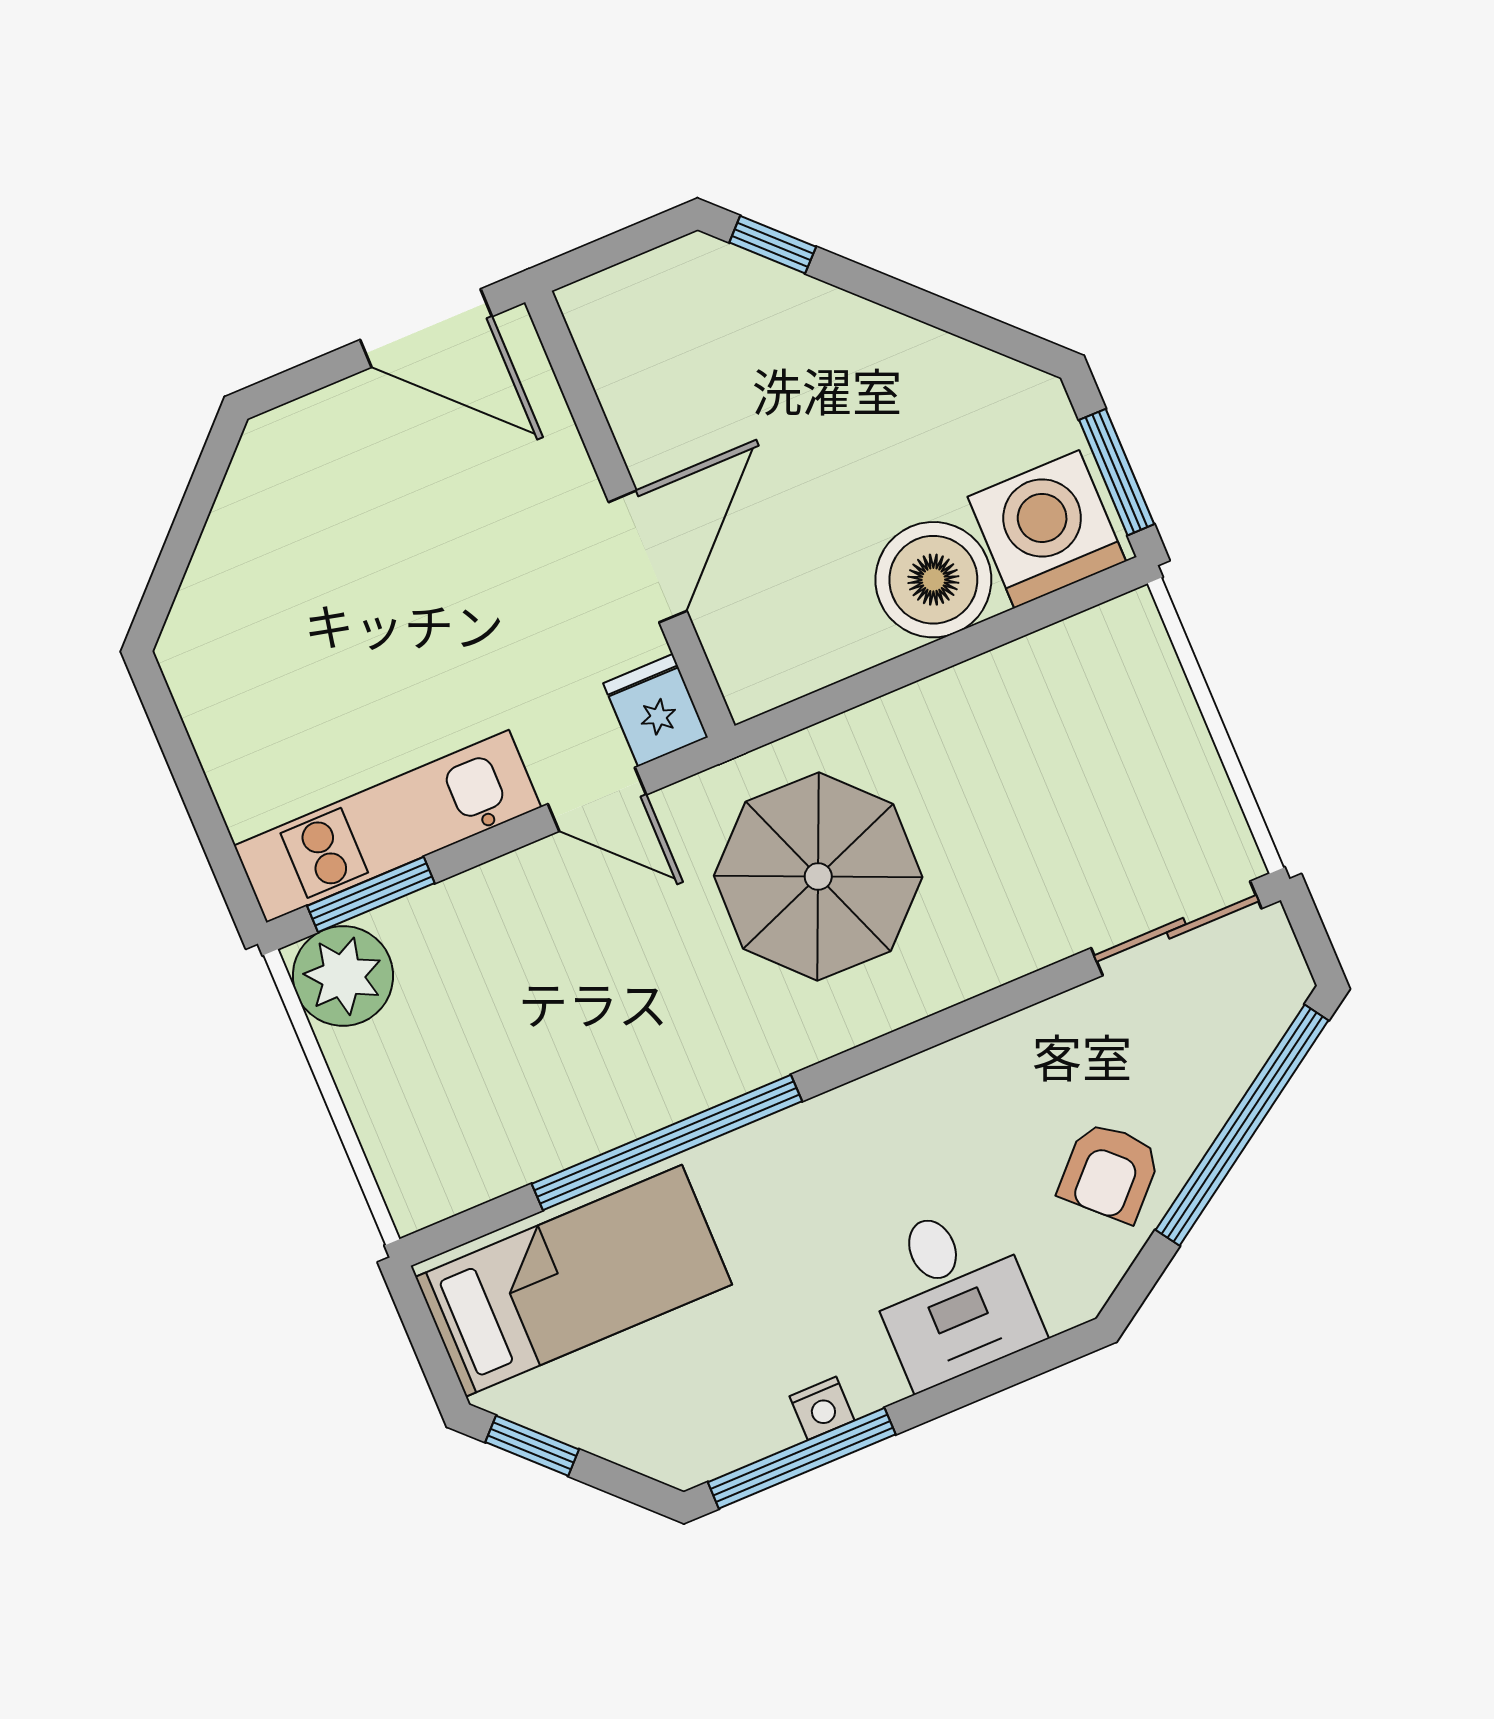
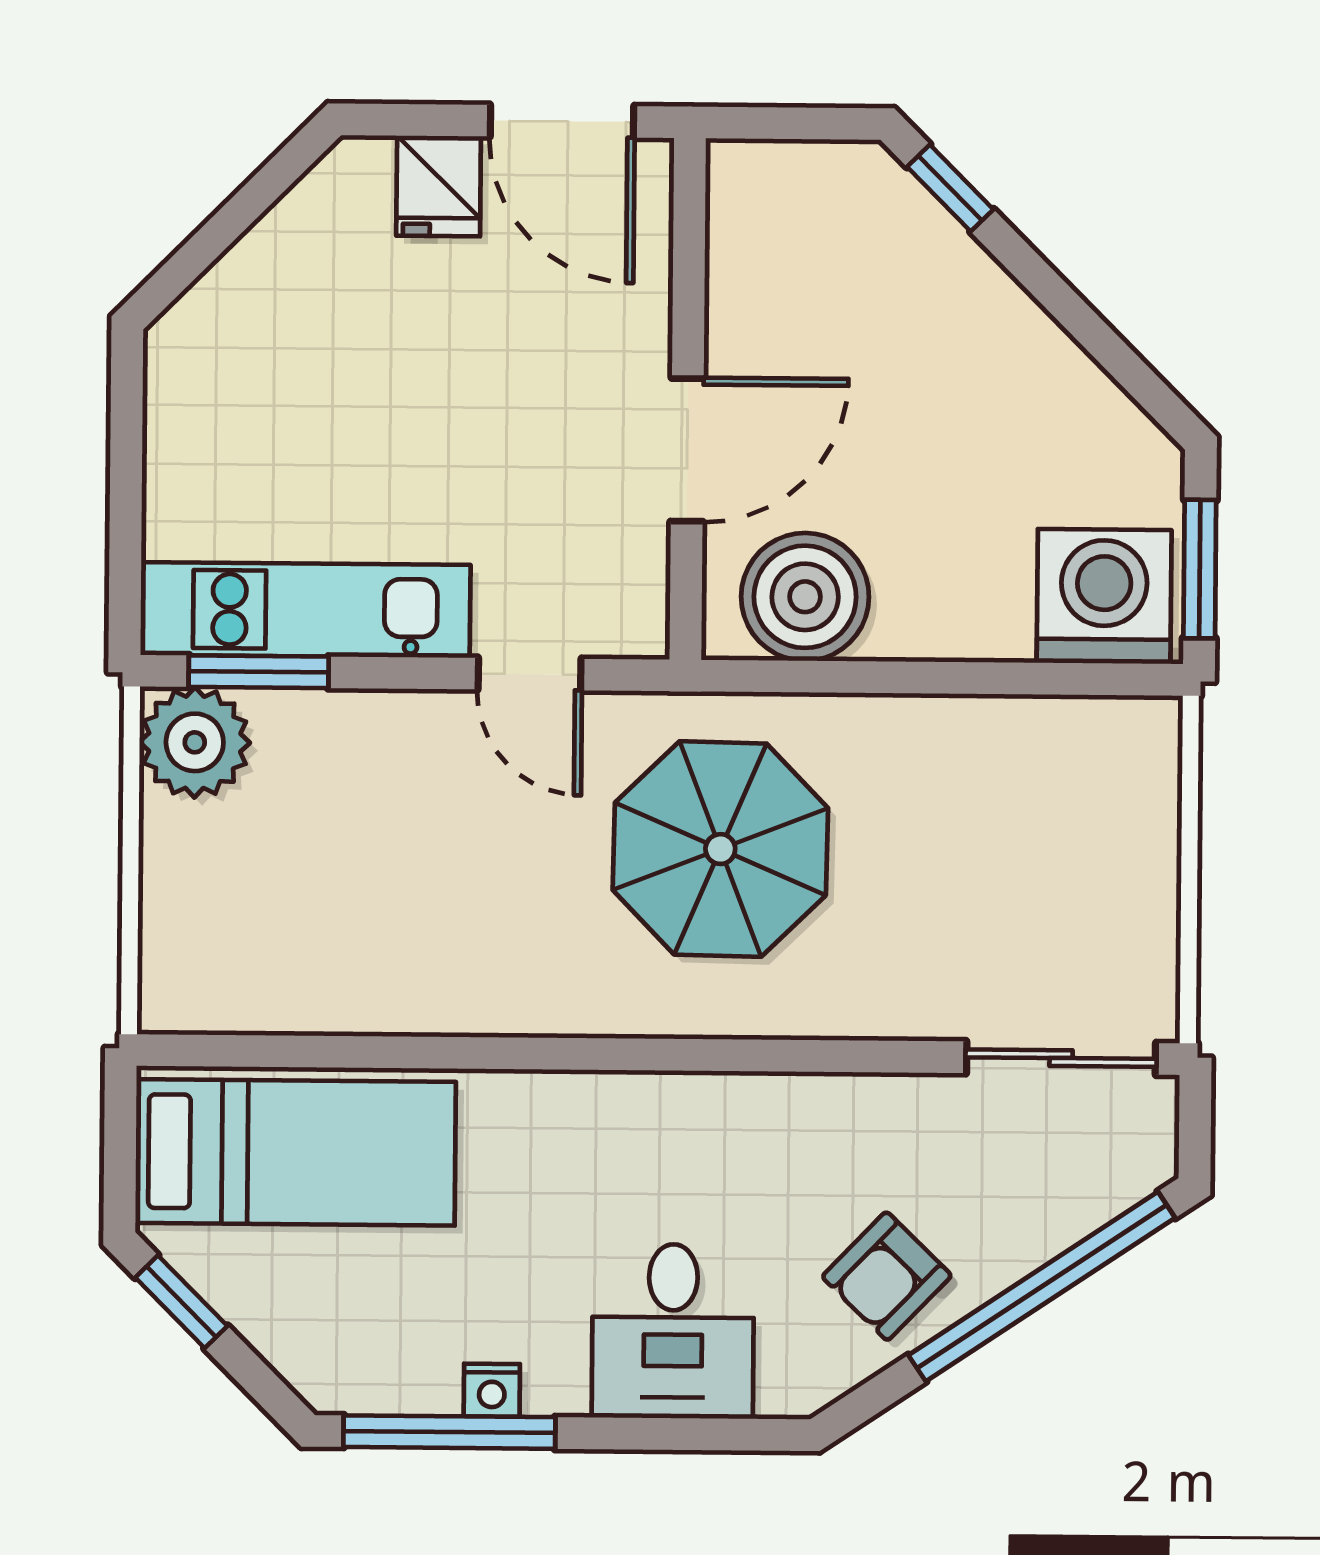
boiler: (933, 580) -> (805, 597), moved
fridge: (656, 710) -> (439, 186), moved, turned 180
window: (667, 1142) -> (451, 1053), removed

